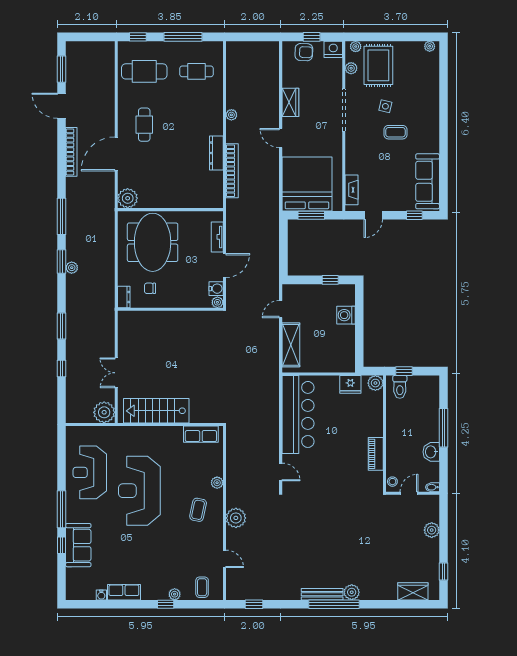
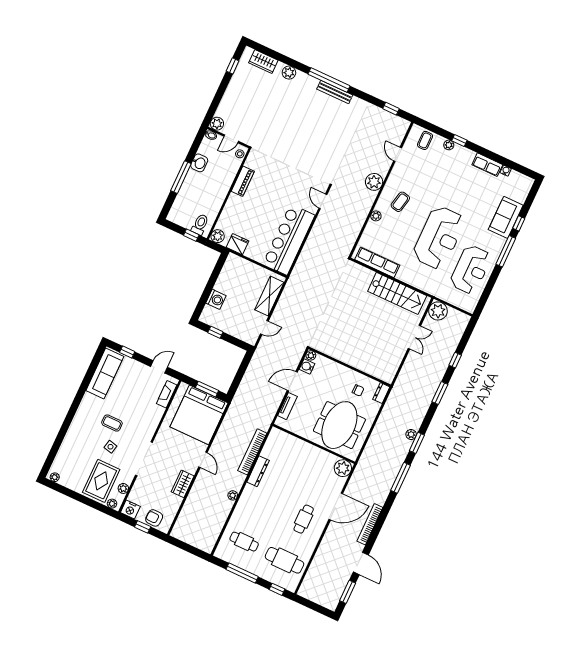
row of seats: (201, 434) -> (377, 262), width x1.48
plant: (432, 530) -> (217, 124), moved
plant: (352, 592) -> (289, 73), moved

